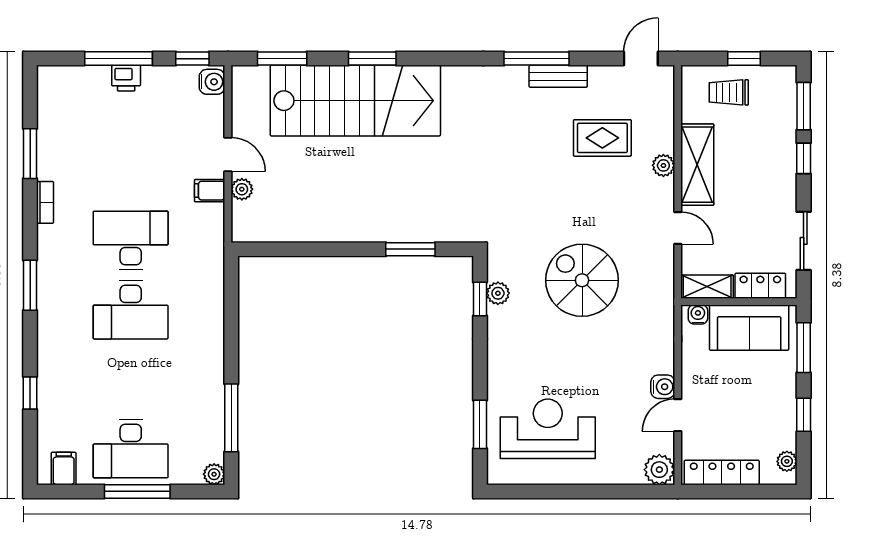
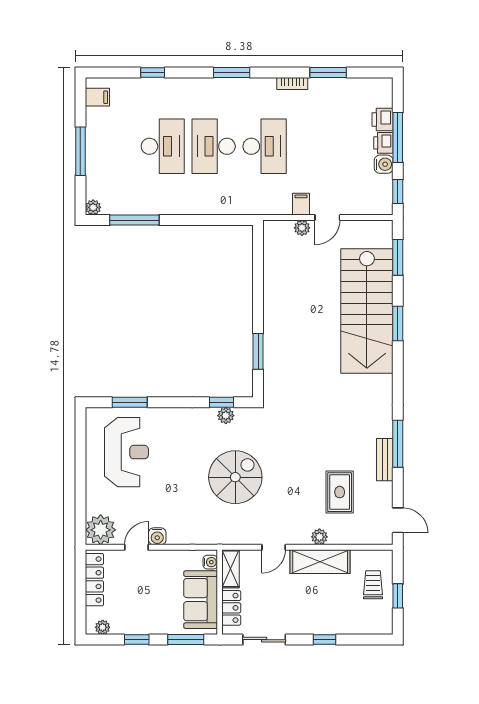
printer: (94, 79) -> (382, 119), added
water cooler: (212, 82) -> (384, 164), moved, turned -90
window: (804, 106) -> (363, 640), removed
door: (678, 415) -> (136, 547), hinge flipped
desk: (131, 449) -> (163, 146), moved, turned 180
plant: (659, 470) -> (101, 530), width x1.36, depth x1.36

